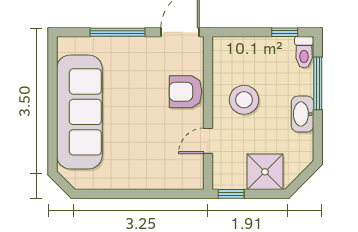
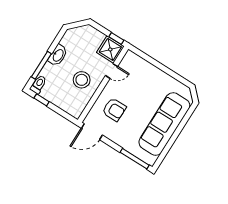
window: (118, 32) -> (135, 159), moved
armchair: (185, 92) -> (114, 110), moved
shower: (265, 172) -> (110, 49), moved

